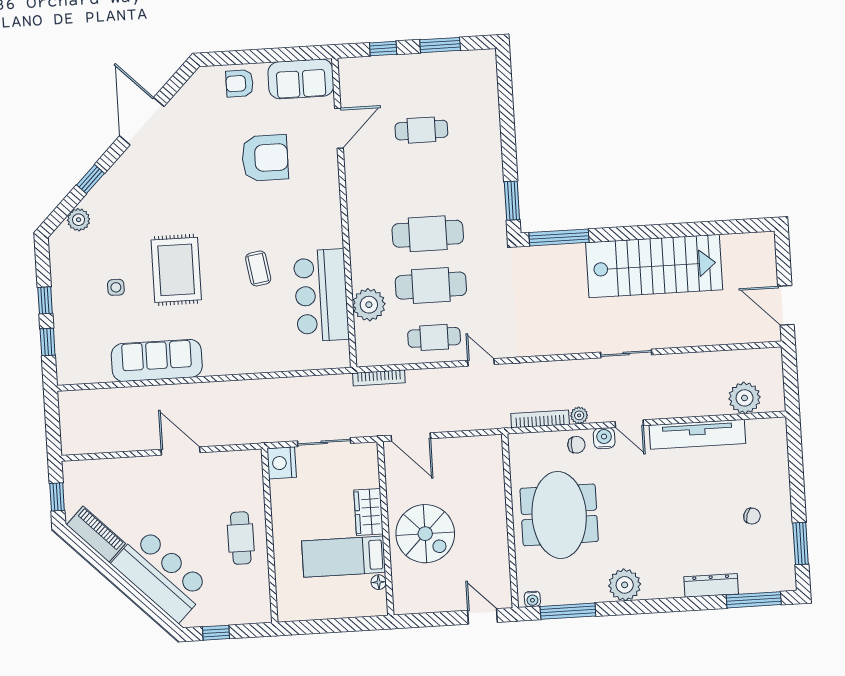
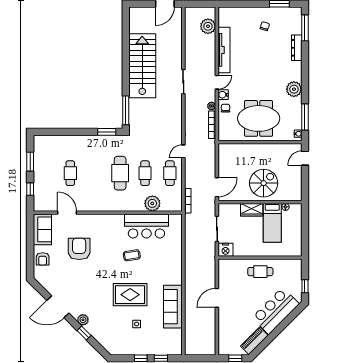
plant: (79, 220) -> (83, 320), moved
cafe table: (431, 286) -> (145, 173), width x0.73, depth x0.74

